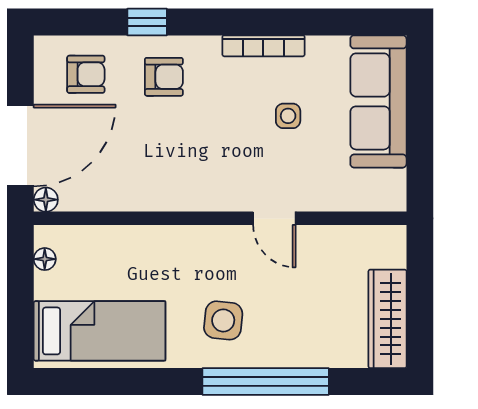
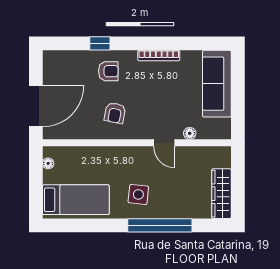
armchair: (86, 74) -> (115, 113), moved, turned 101
side table: (288, 116) -> (171, 91), removed
floor lamp: (46, 200) -> (190, 133), moved

